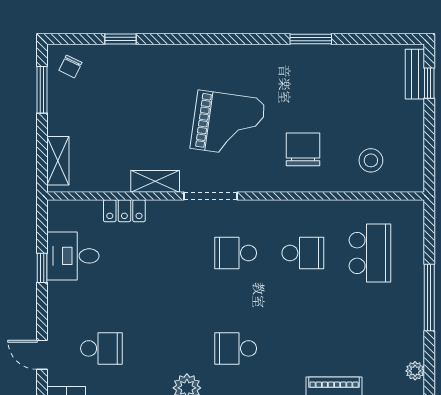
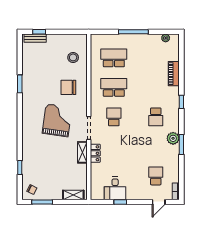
locker: (124, 211) -> (95, 153), moved
school desk: (236, 253) -> (114, 117), turned 180
school desk: (303, 253) -> (114, 87), width x1.85

